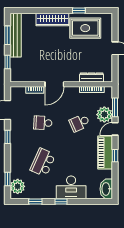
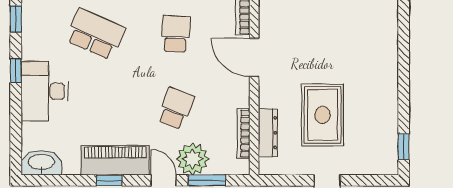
window: (79, 11) -> (404, 147), moved
wardrobe: (52, 20) -> (386, 53), removed
rug: (85, 28) -> (323, 115), moved
school desk: (80, 123) -> (176, 108), turned 45

